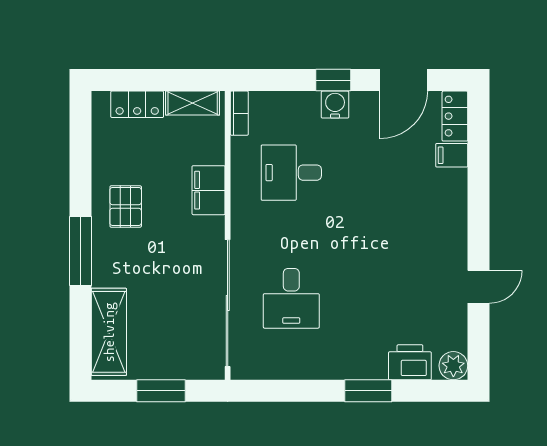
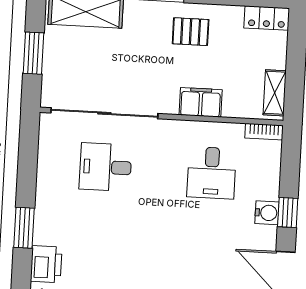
locker: (137, 104) -> (267, 18), moved, turned -90
desk: (291, 173) -> (212, 173), turned 180

